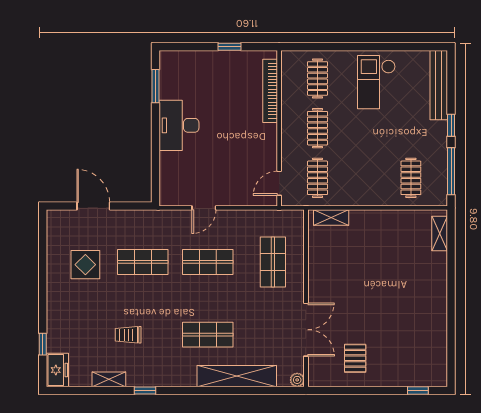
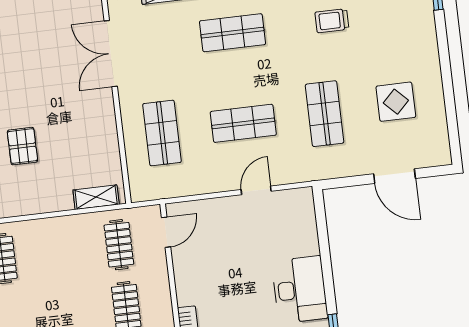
shop shelf: (143, 262) -> (325, 114), turned 90
trolley: (128, 335) -> (332, 21), turned 180
pallet: (355, 358) -> (22, 146), moved

